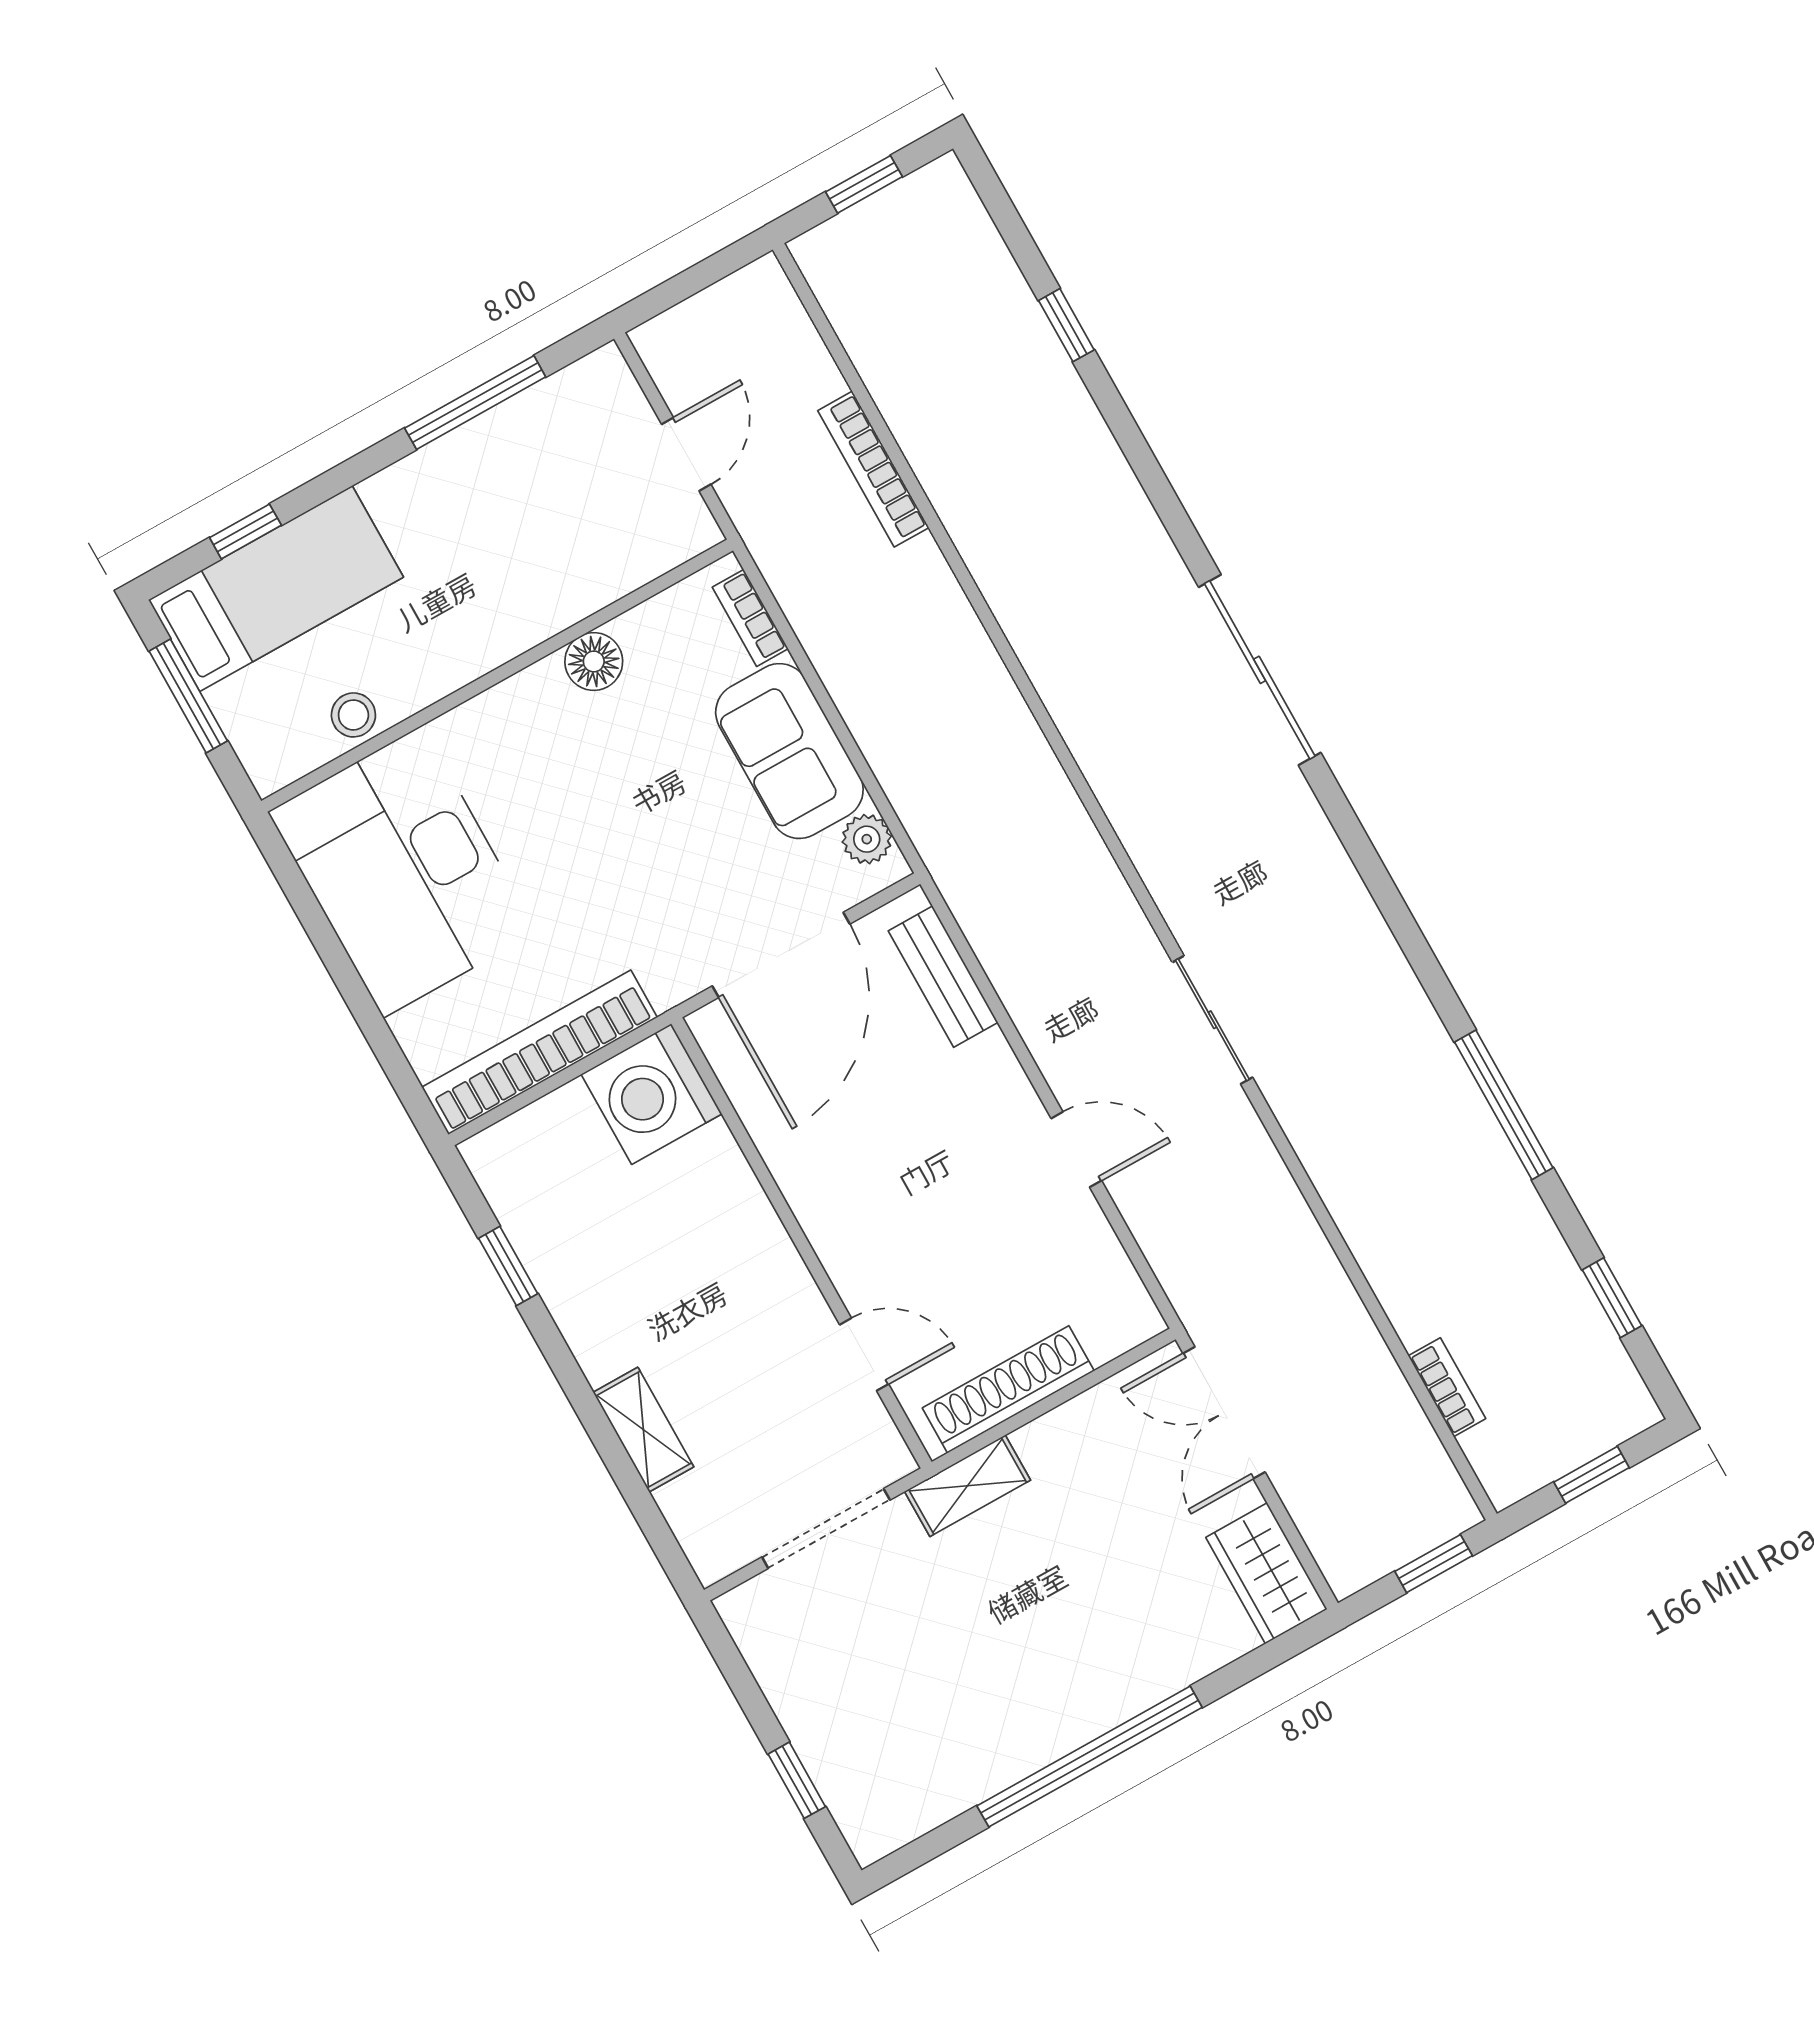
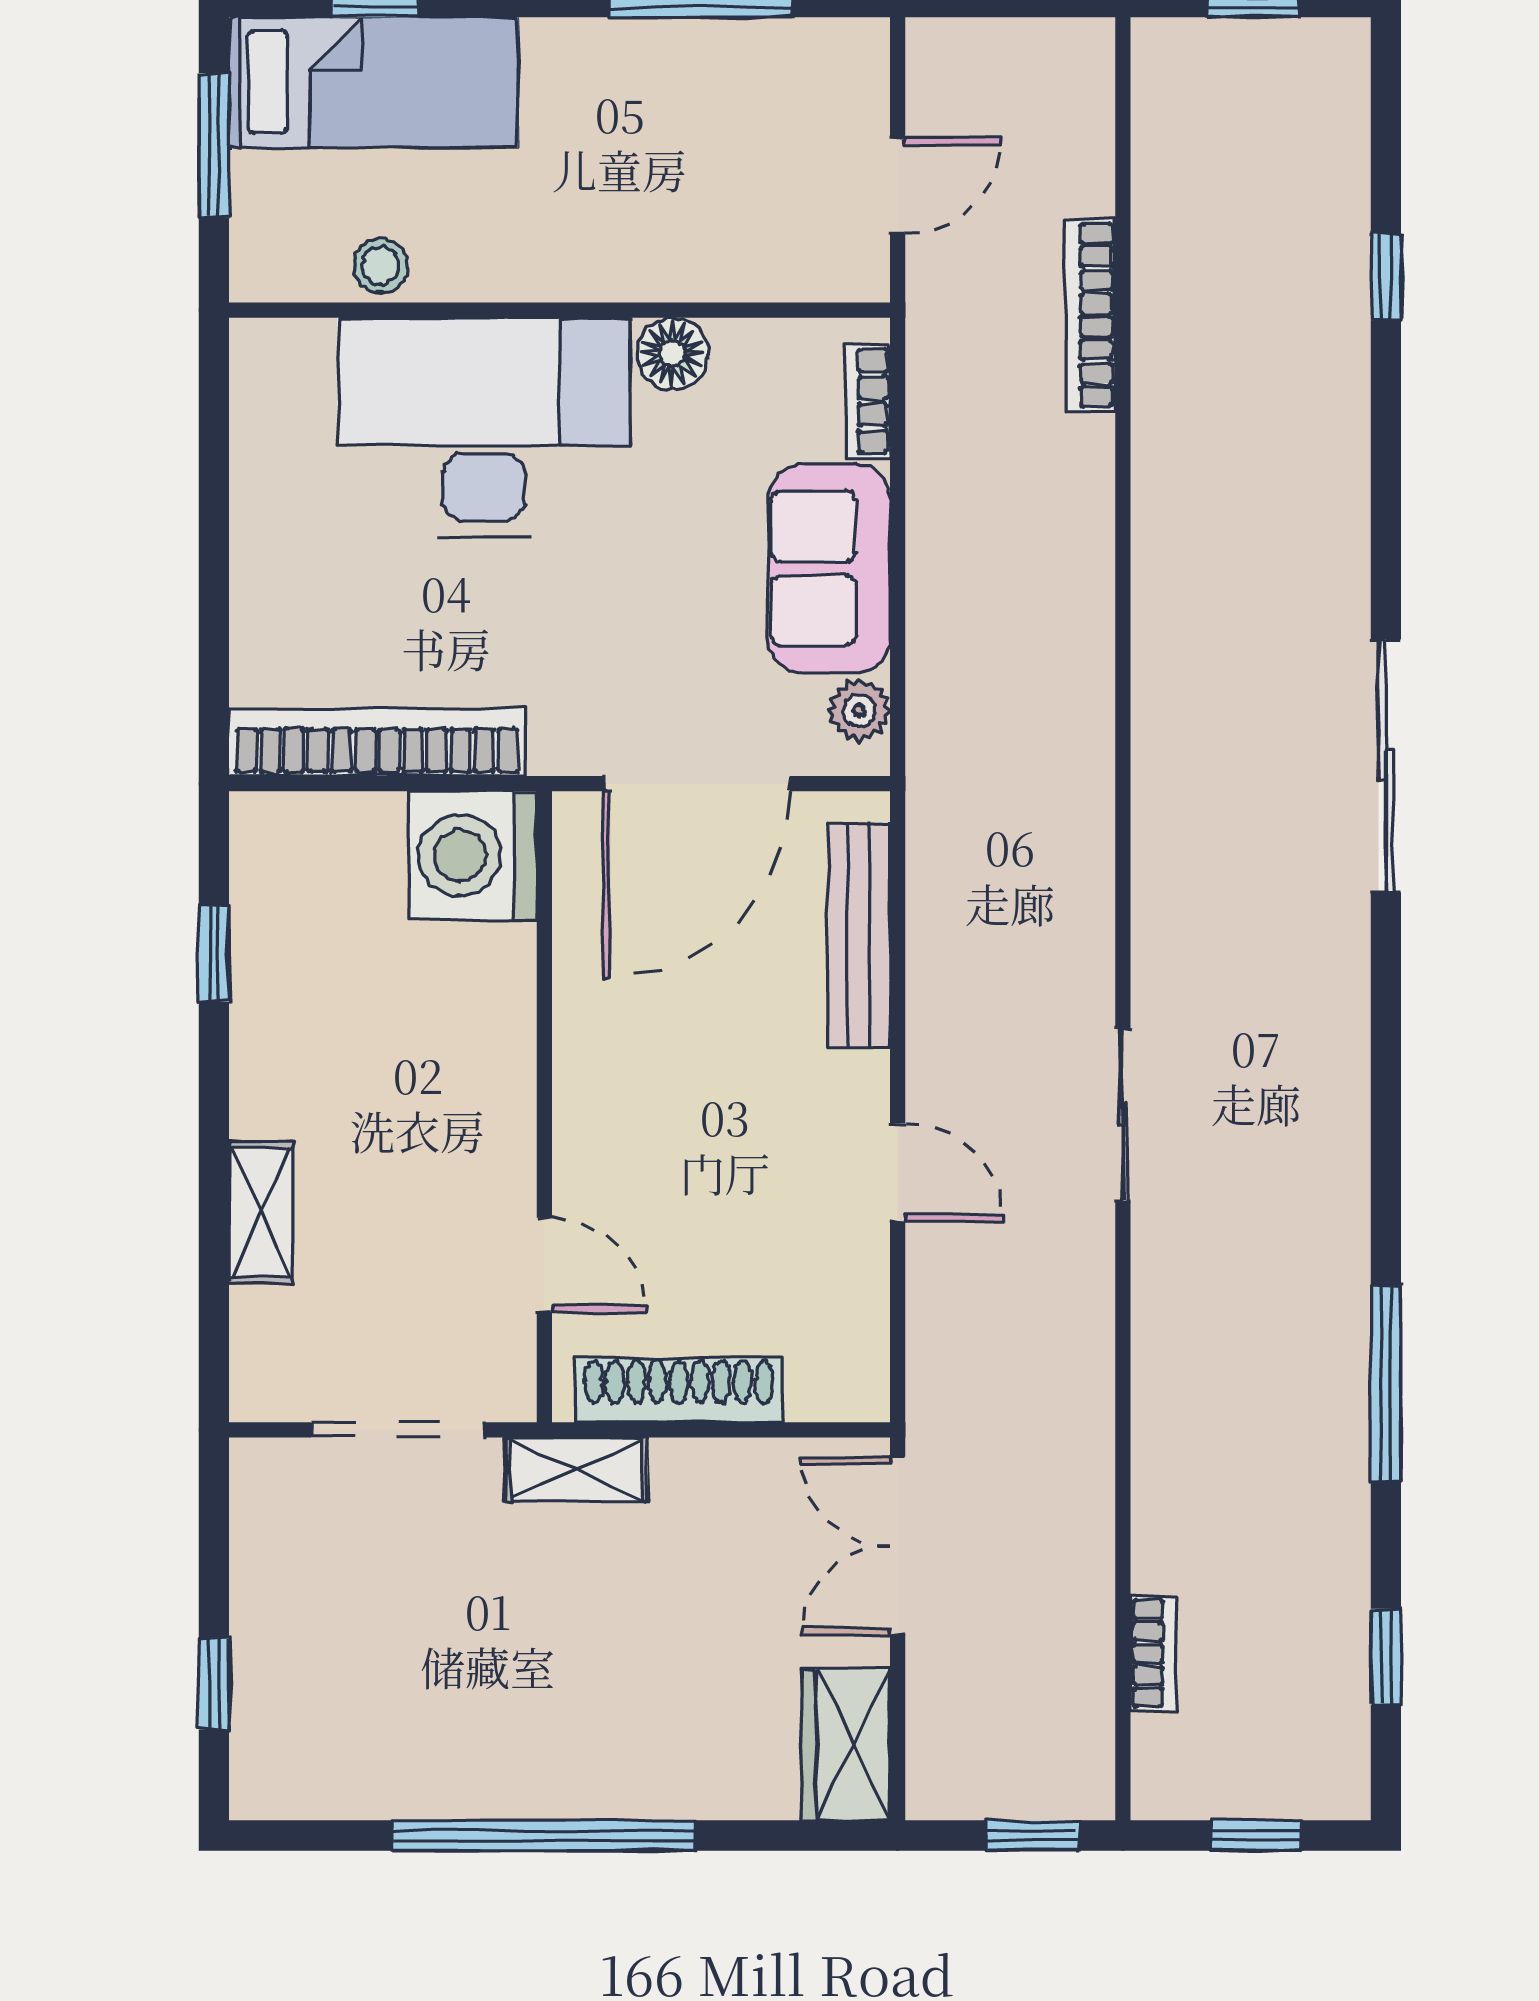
desk: (402, 872) -> (484, 428), moved, turned 90
bench: (943, 977) -> (858, 935), width x1.36

